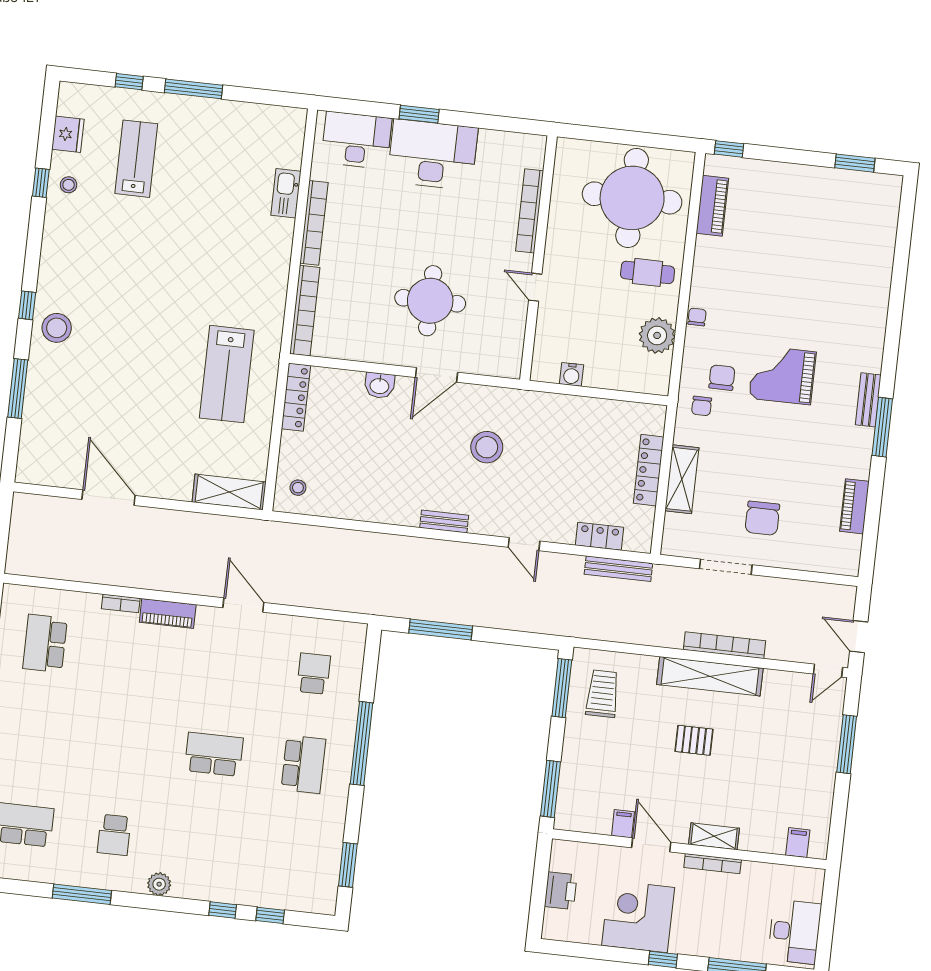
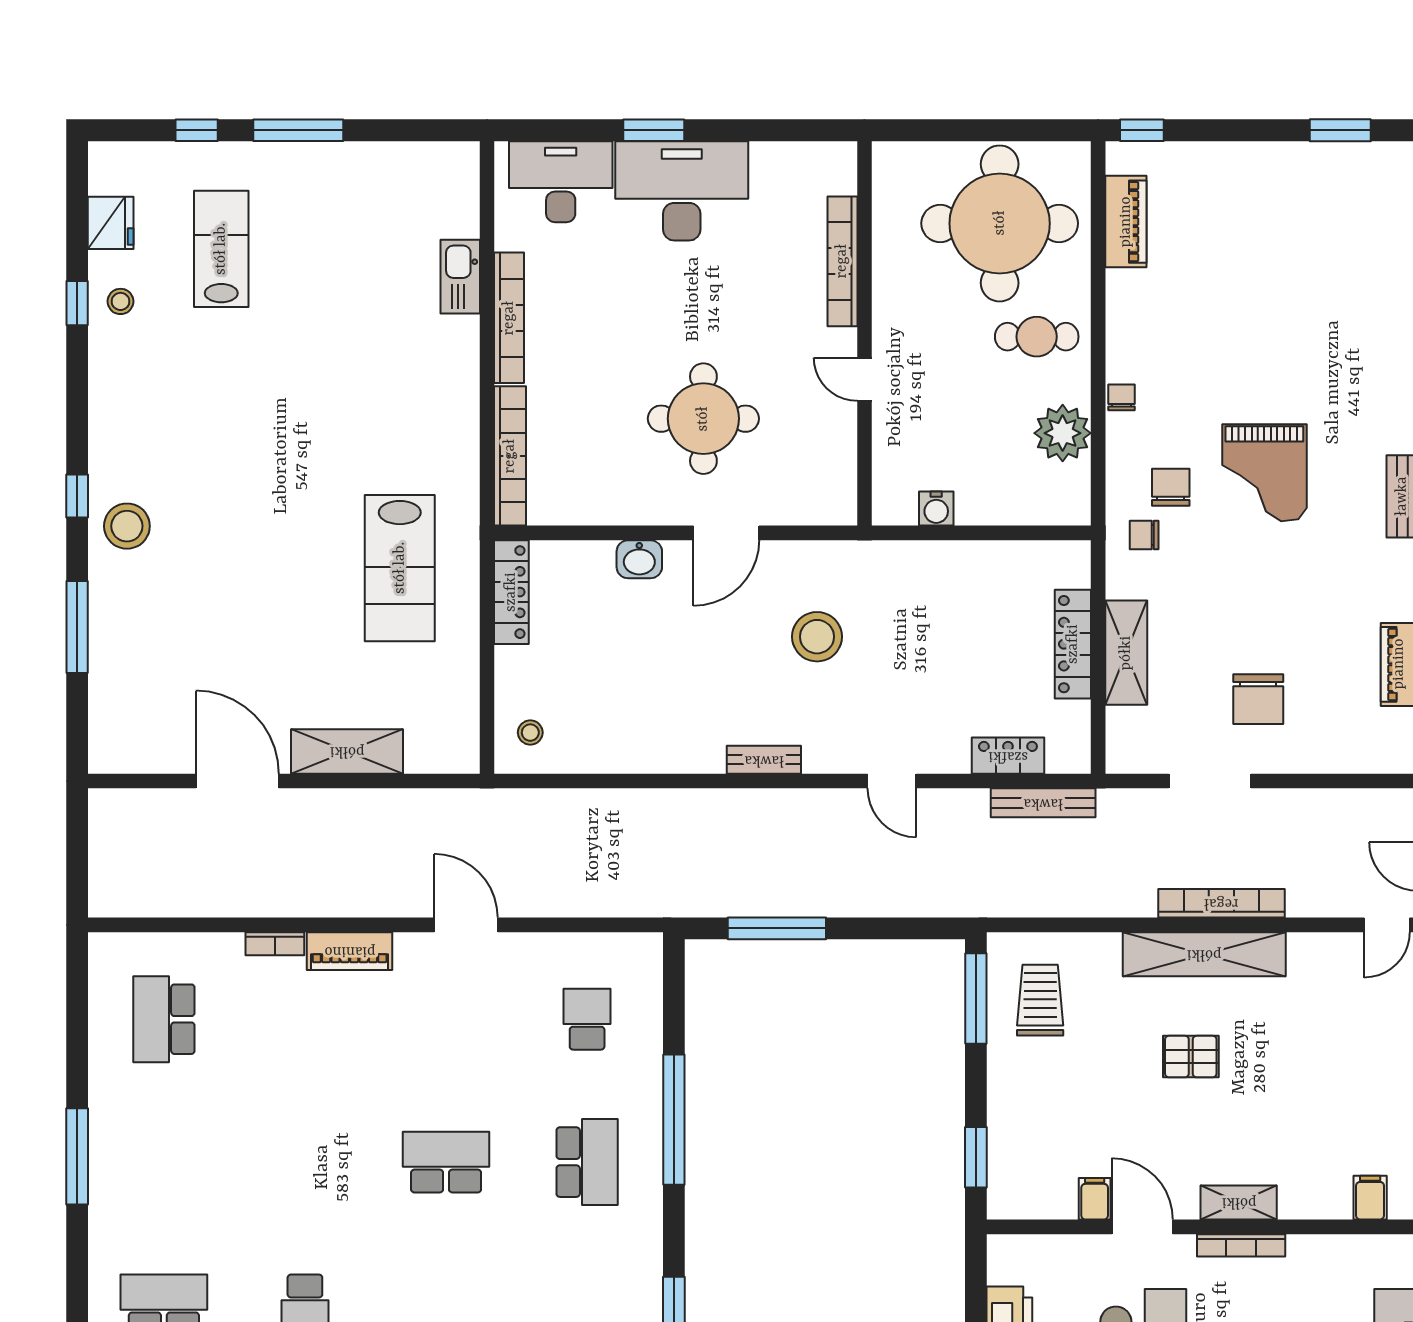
grand piano: (782, 375) -> (1264, 473), turned -90
chair: (702, 406) -> (1144, 535), turned 90
shelving: (229, 492) -> (347, 751), moved
window: (551, 789) -> (976, 1157), width x0.69

